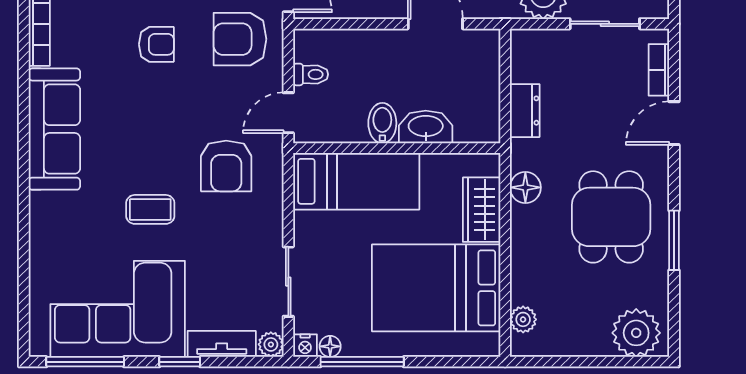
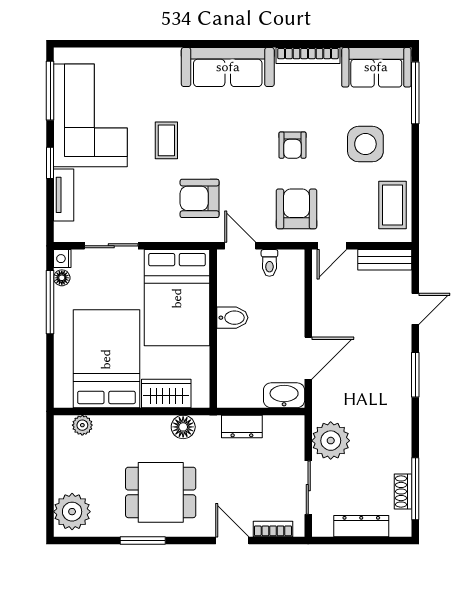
washbasin: (426, 127) -> (284, 395), moved, turned -90
bed: (356, 181) -> (177, 298), width x1.50
plant: (271, 344) -> (63, 233), removed

